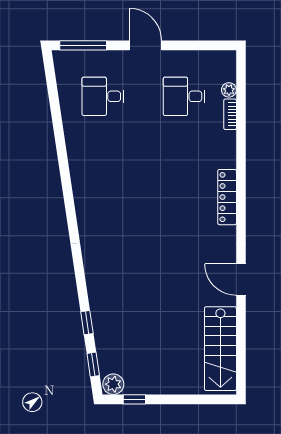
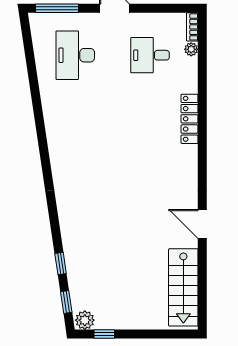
desk: (103, 96) -> (75, 55), width x1.37
bookcase: (230, 114) -> (192, 27), moved
locker: (227, 197) -> (190, 119), moved

